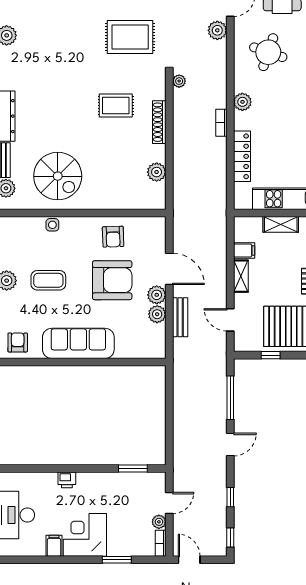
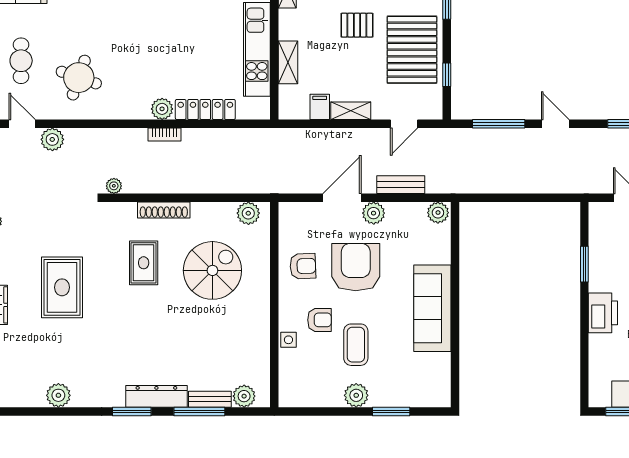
rug: (130, 37) -> (62, 287), moved
plant: (242, 102) -> (162, 109), moved
plant: (157, 172) -> (248, 213), moved
spiral stairs: (58, 176) -> (212, 270), moved
plant: (157, 314) -> (438, 213), moved
armchair: (18, 342) -> (320, 320), moved, turned 180
window: (133, 468) -> (584, 264), moved
printer: (67, 480) -> (603, 313), width x1.87, depth x1.48

